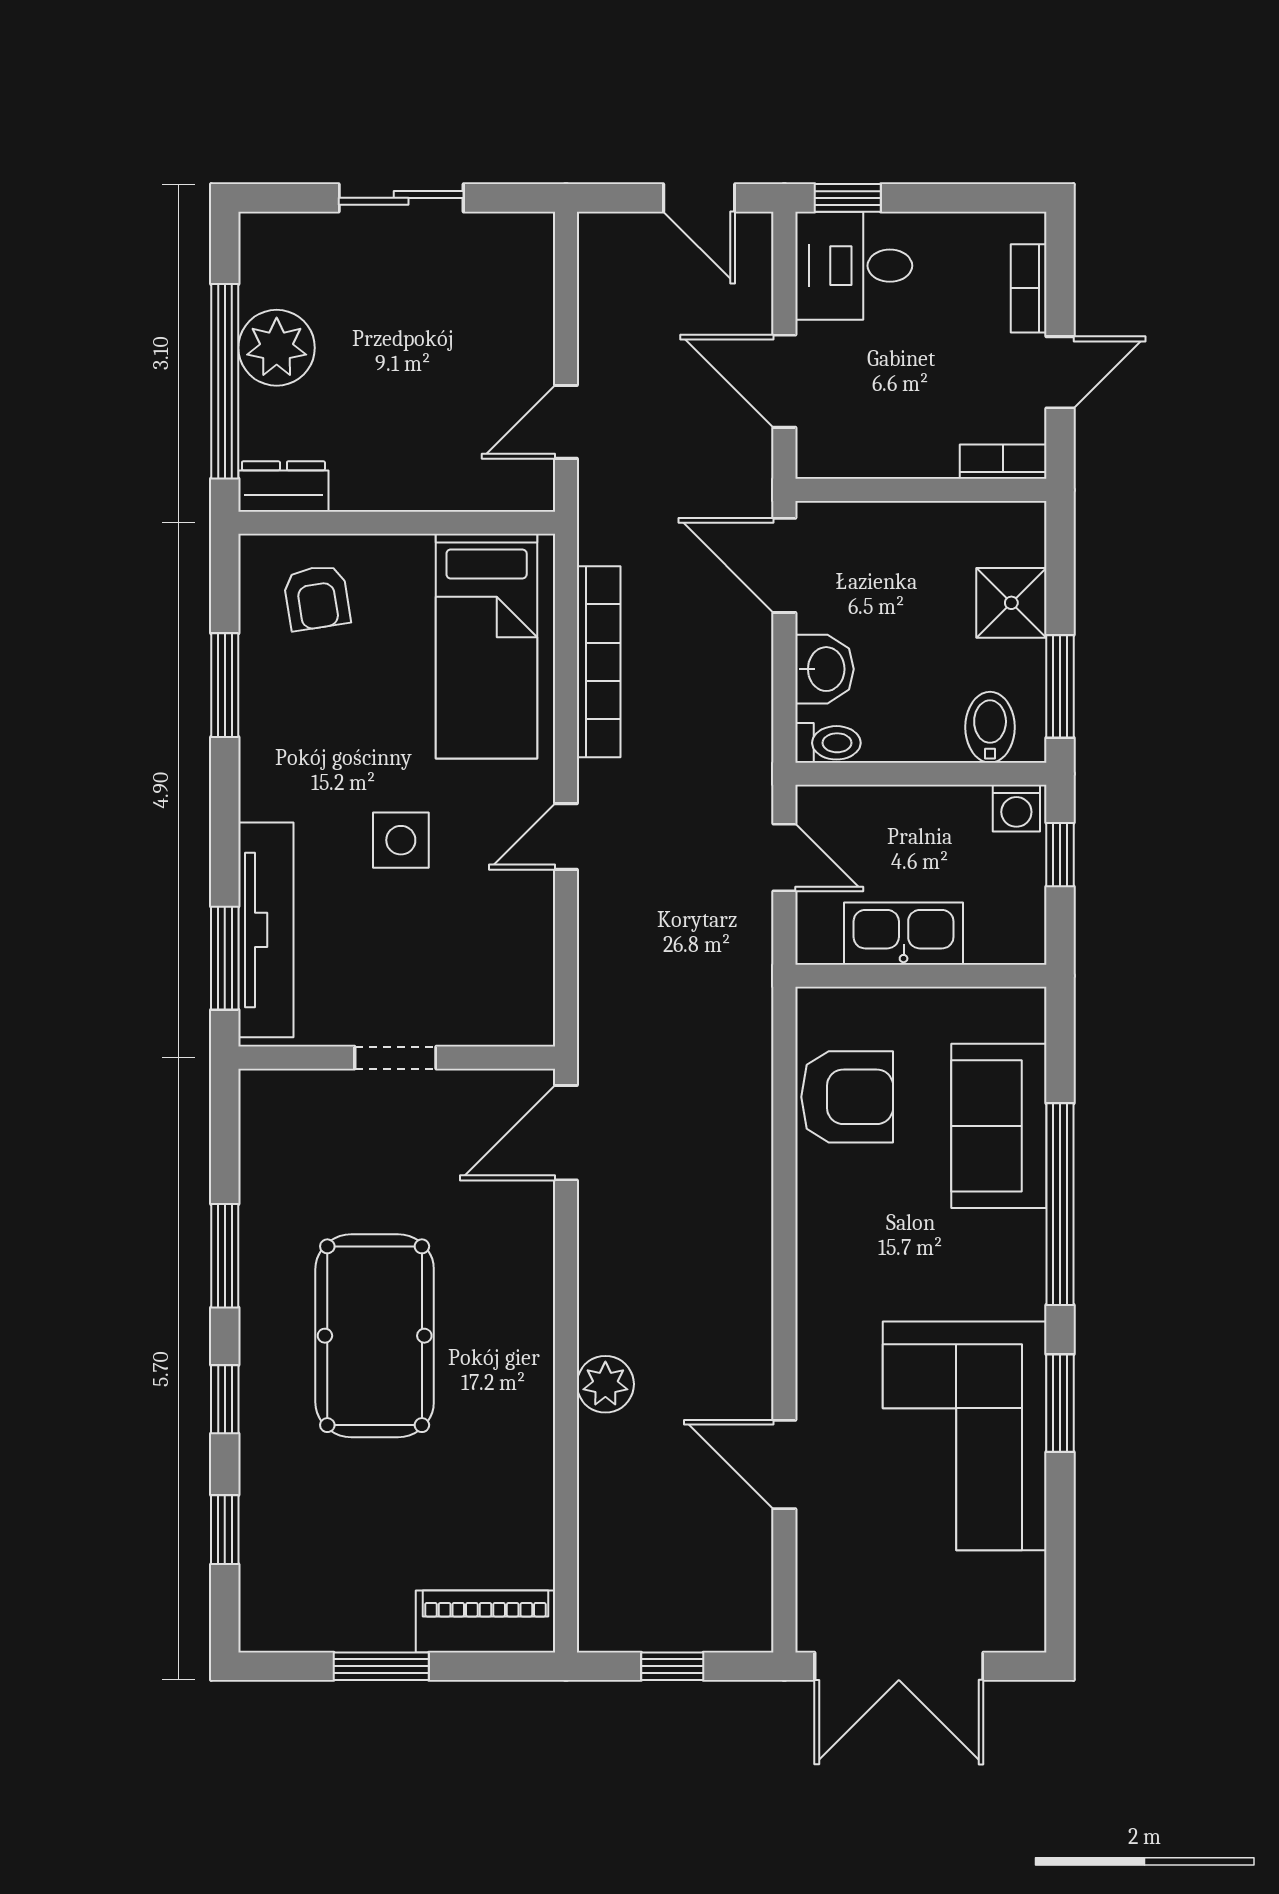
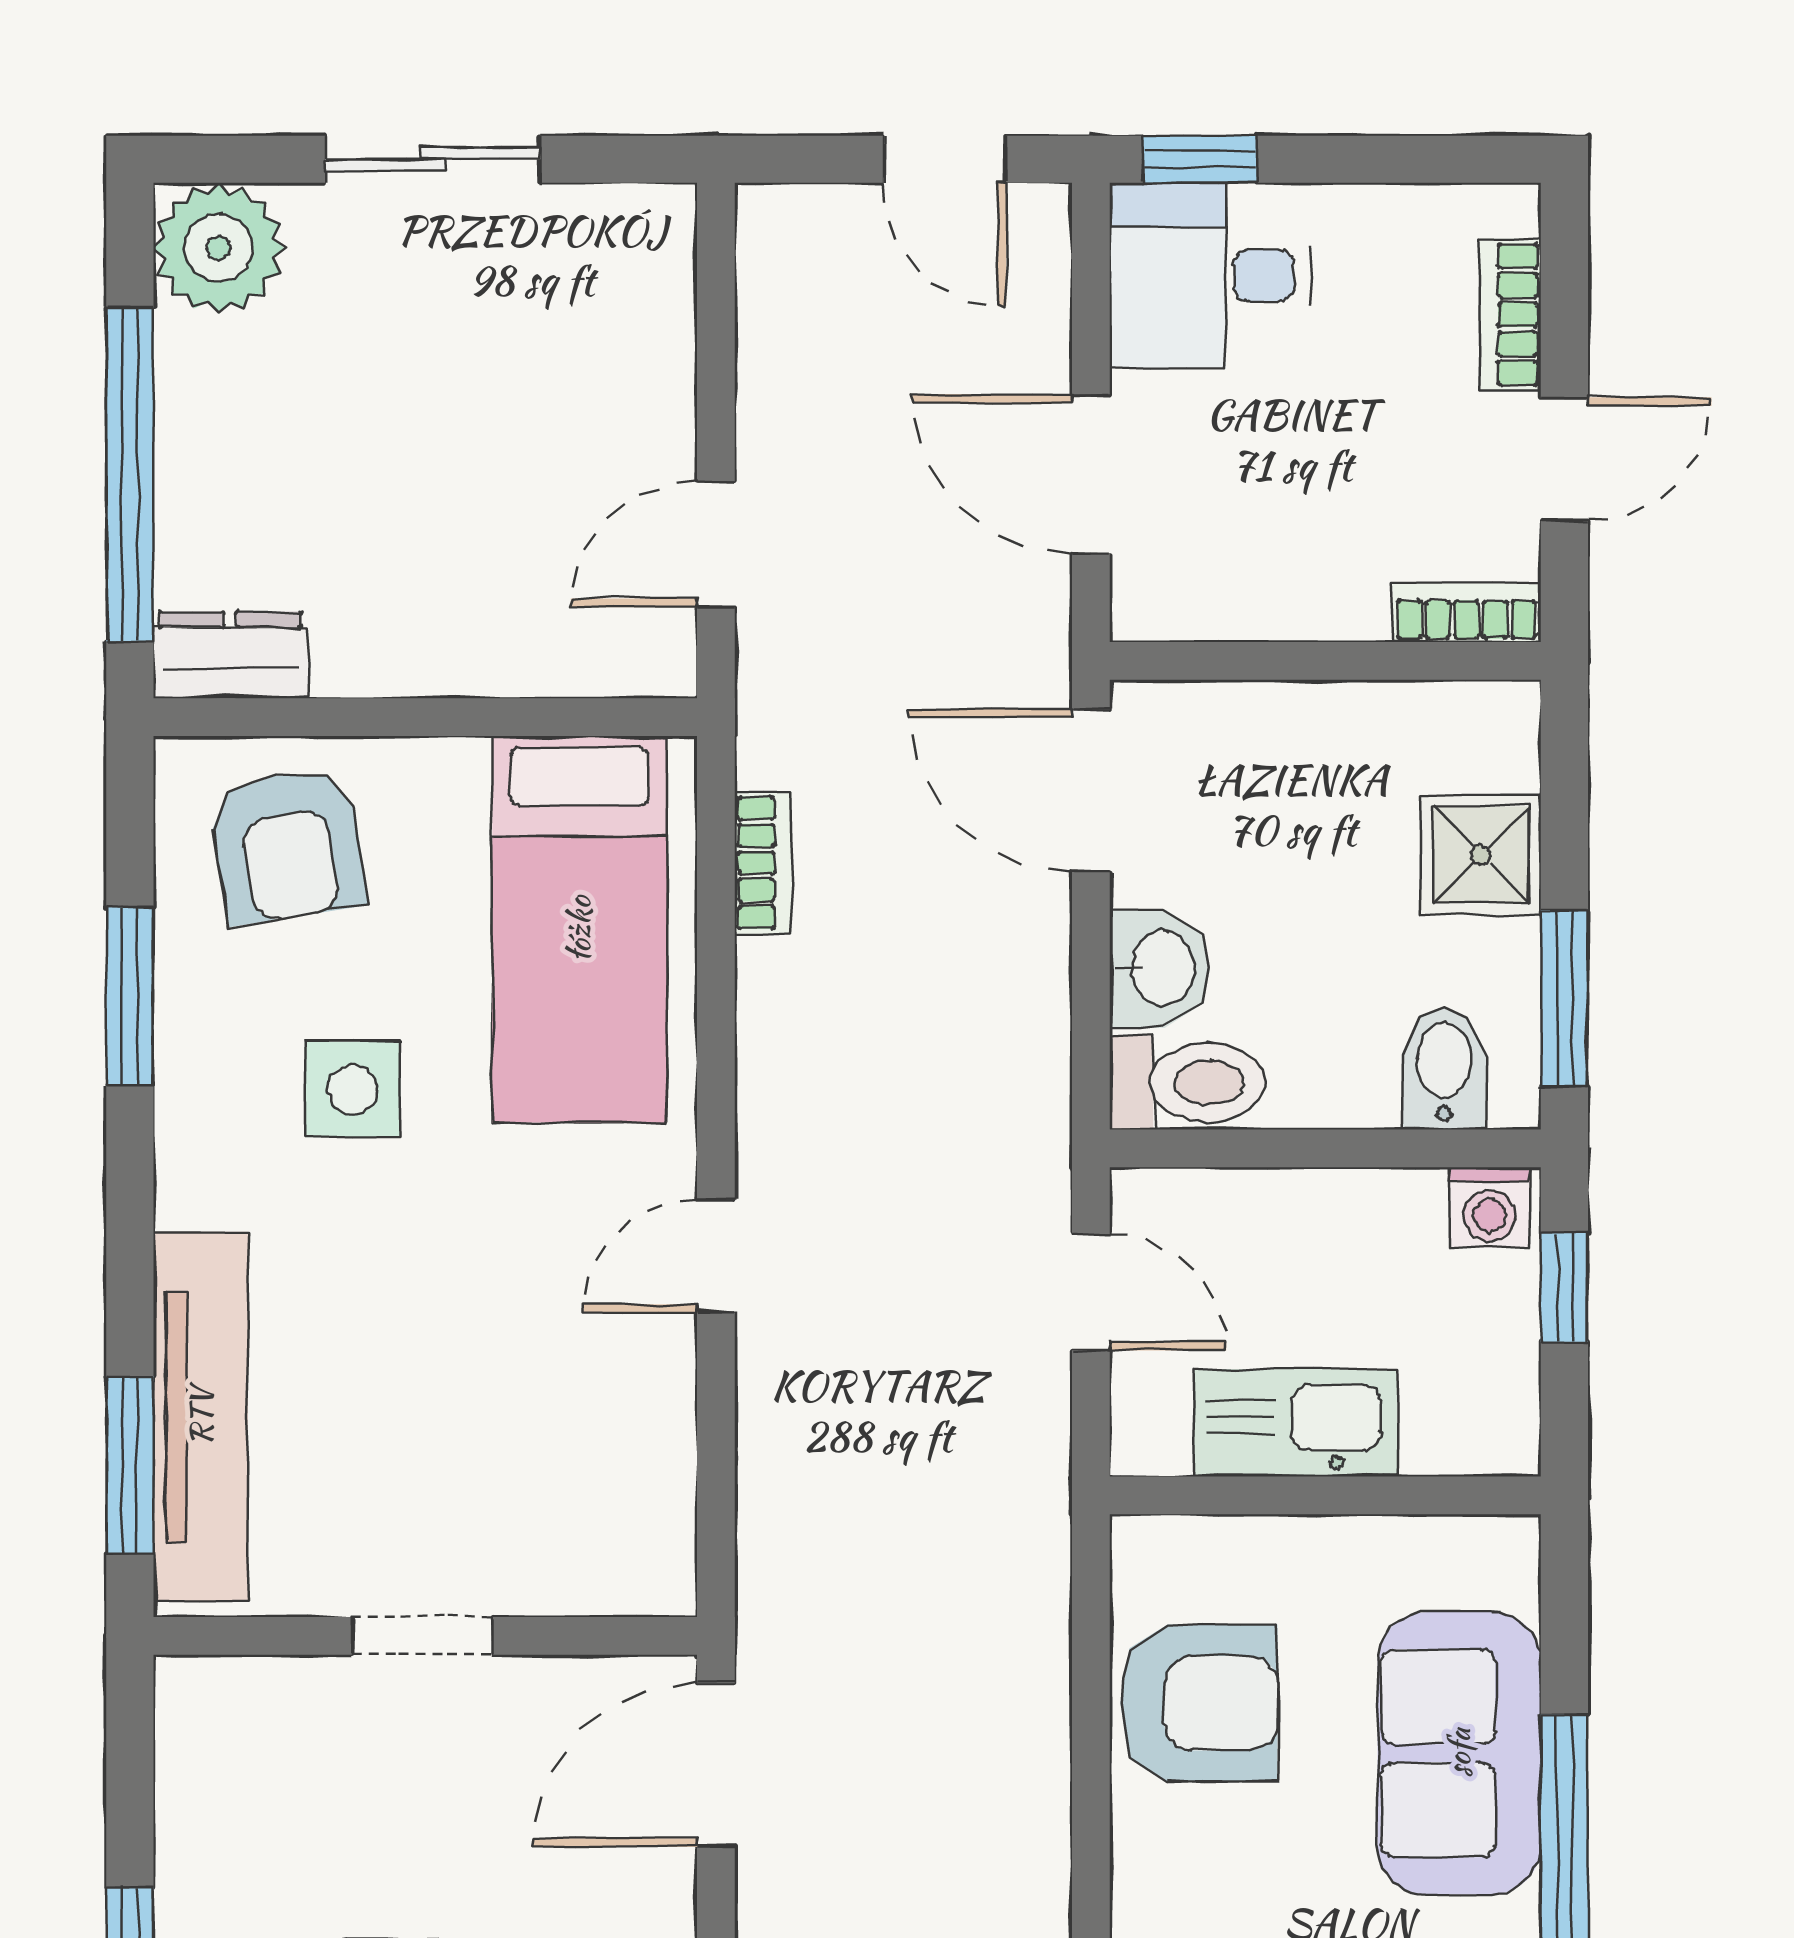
plant: (277, 348) -> (219, 248), moved
armchair: (317, 598) -> (288, 846), width x1.38, depth x1.38
bookcase: (599, 662) -> (763, 863), width x0.43, depth x0.76
toilet: (828, 743) -> (1187, 1082), width x1.37, depth x1.39
side table: (401, 840) -> (353, 1089), moved

